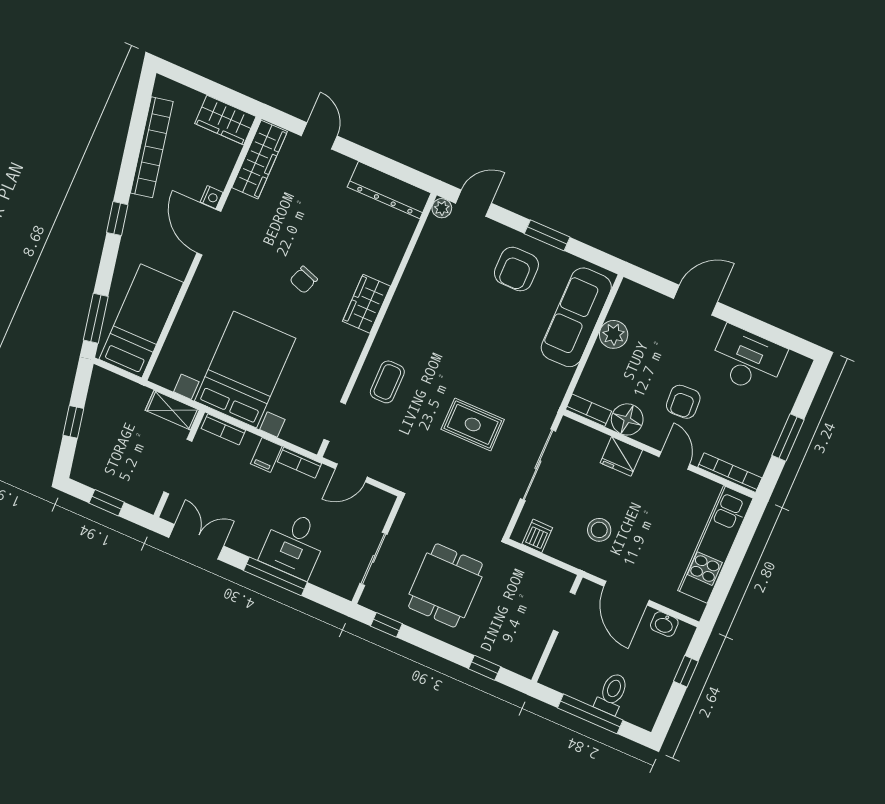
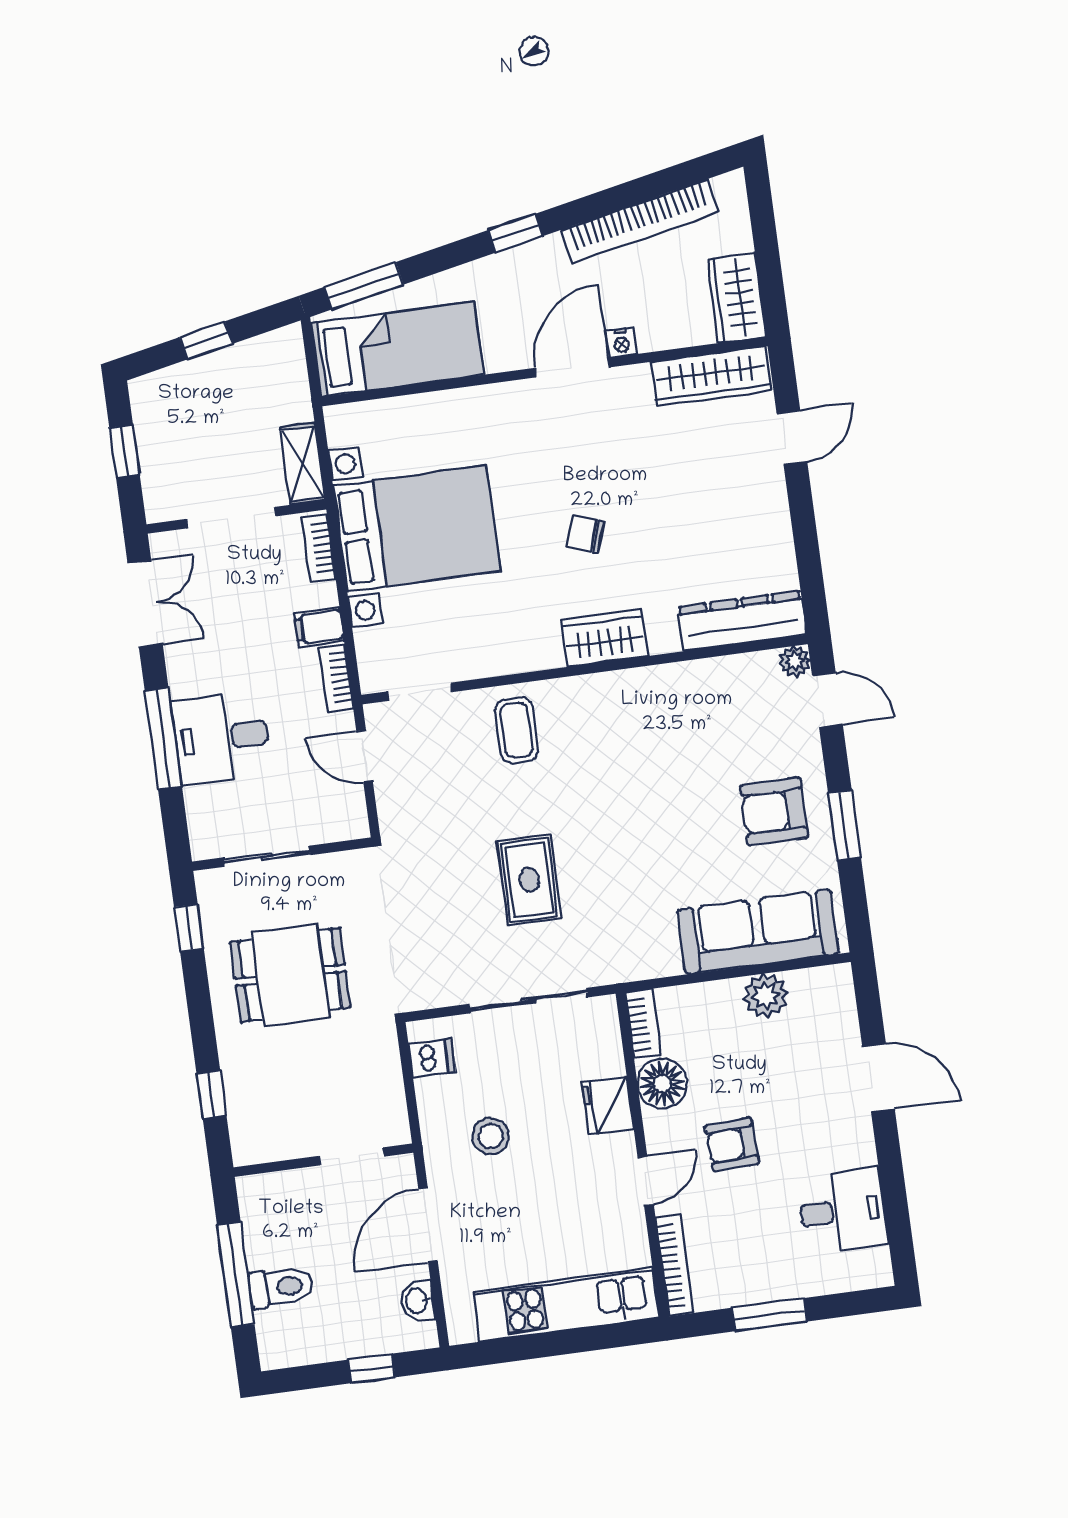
dresser: (389, 190) -> (742, 621), moved, turned 90
desk: (747, 360) -> (842, 1211), width x0.73
coffee table: (387, 382) -> (517, 730), turned 90

